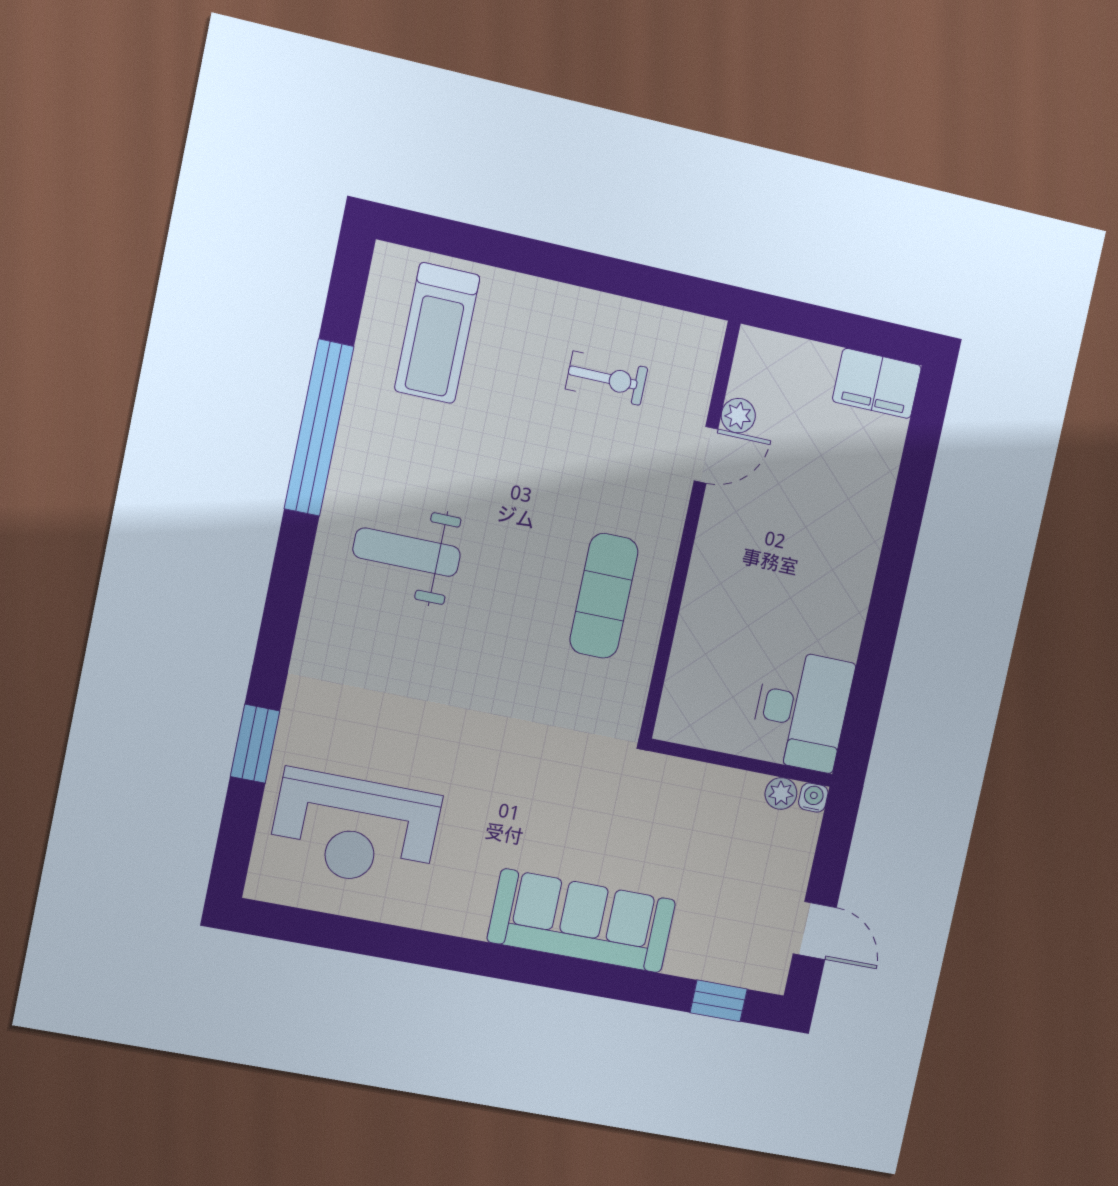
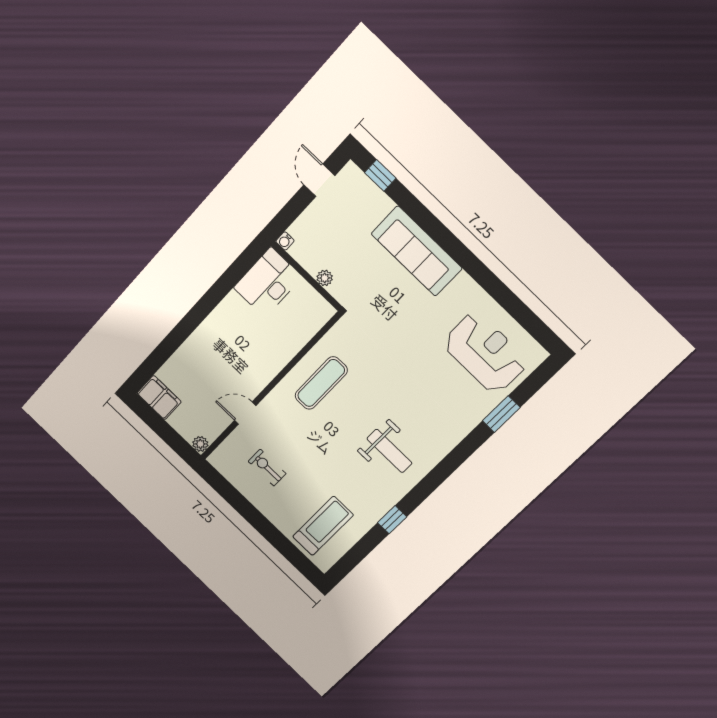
plant: (738, 416) -> (200, 444), moved
window: (319, 428) -> (392, 520), width x0.32
plant: (781, 793) -> (325, 278), moved

